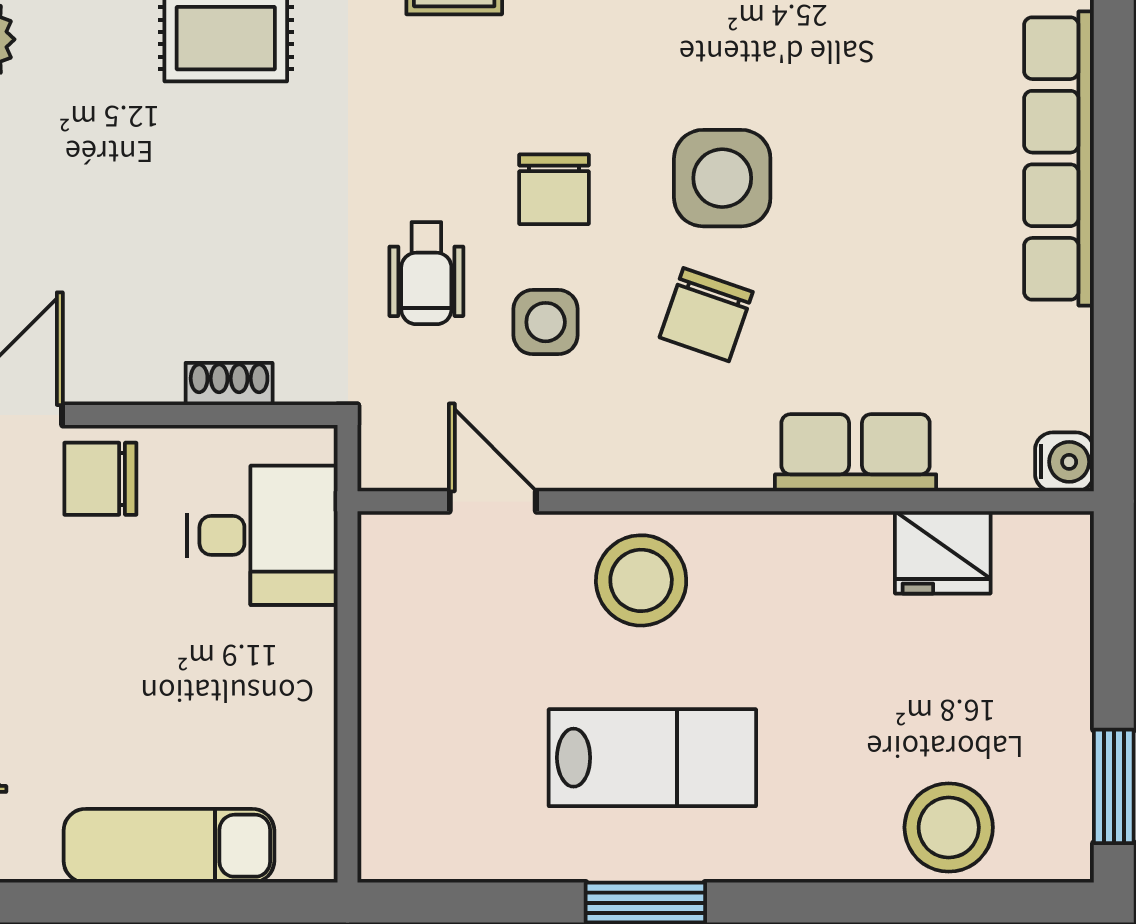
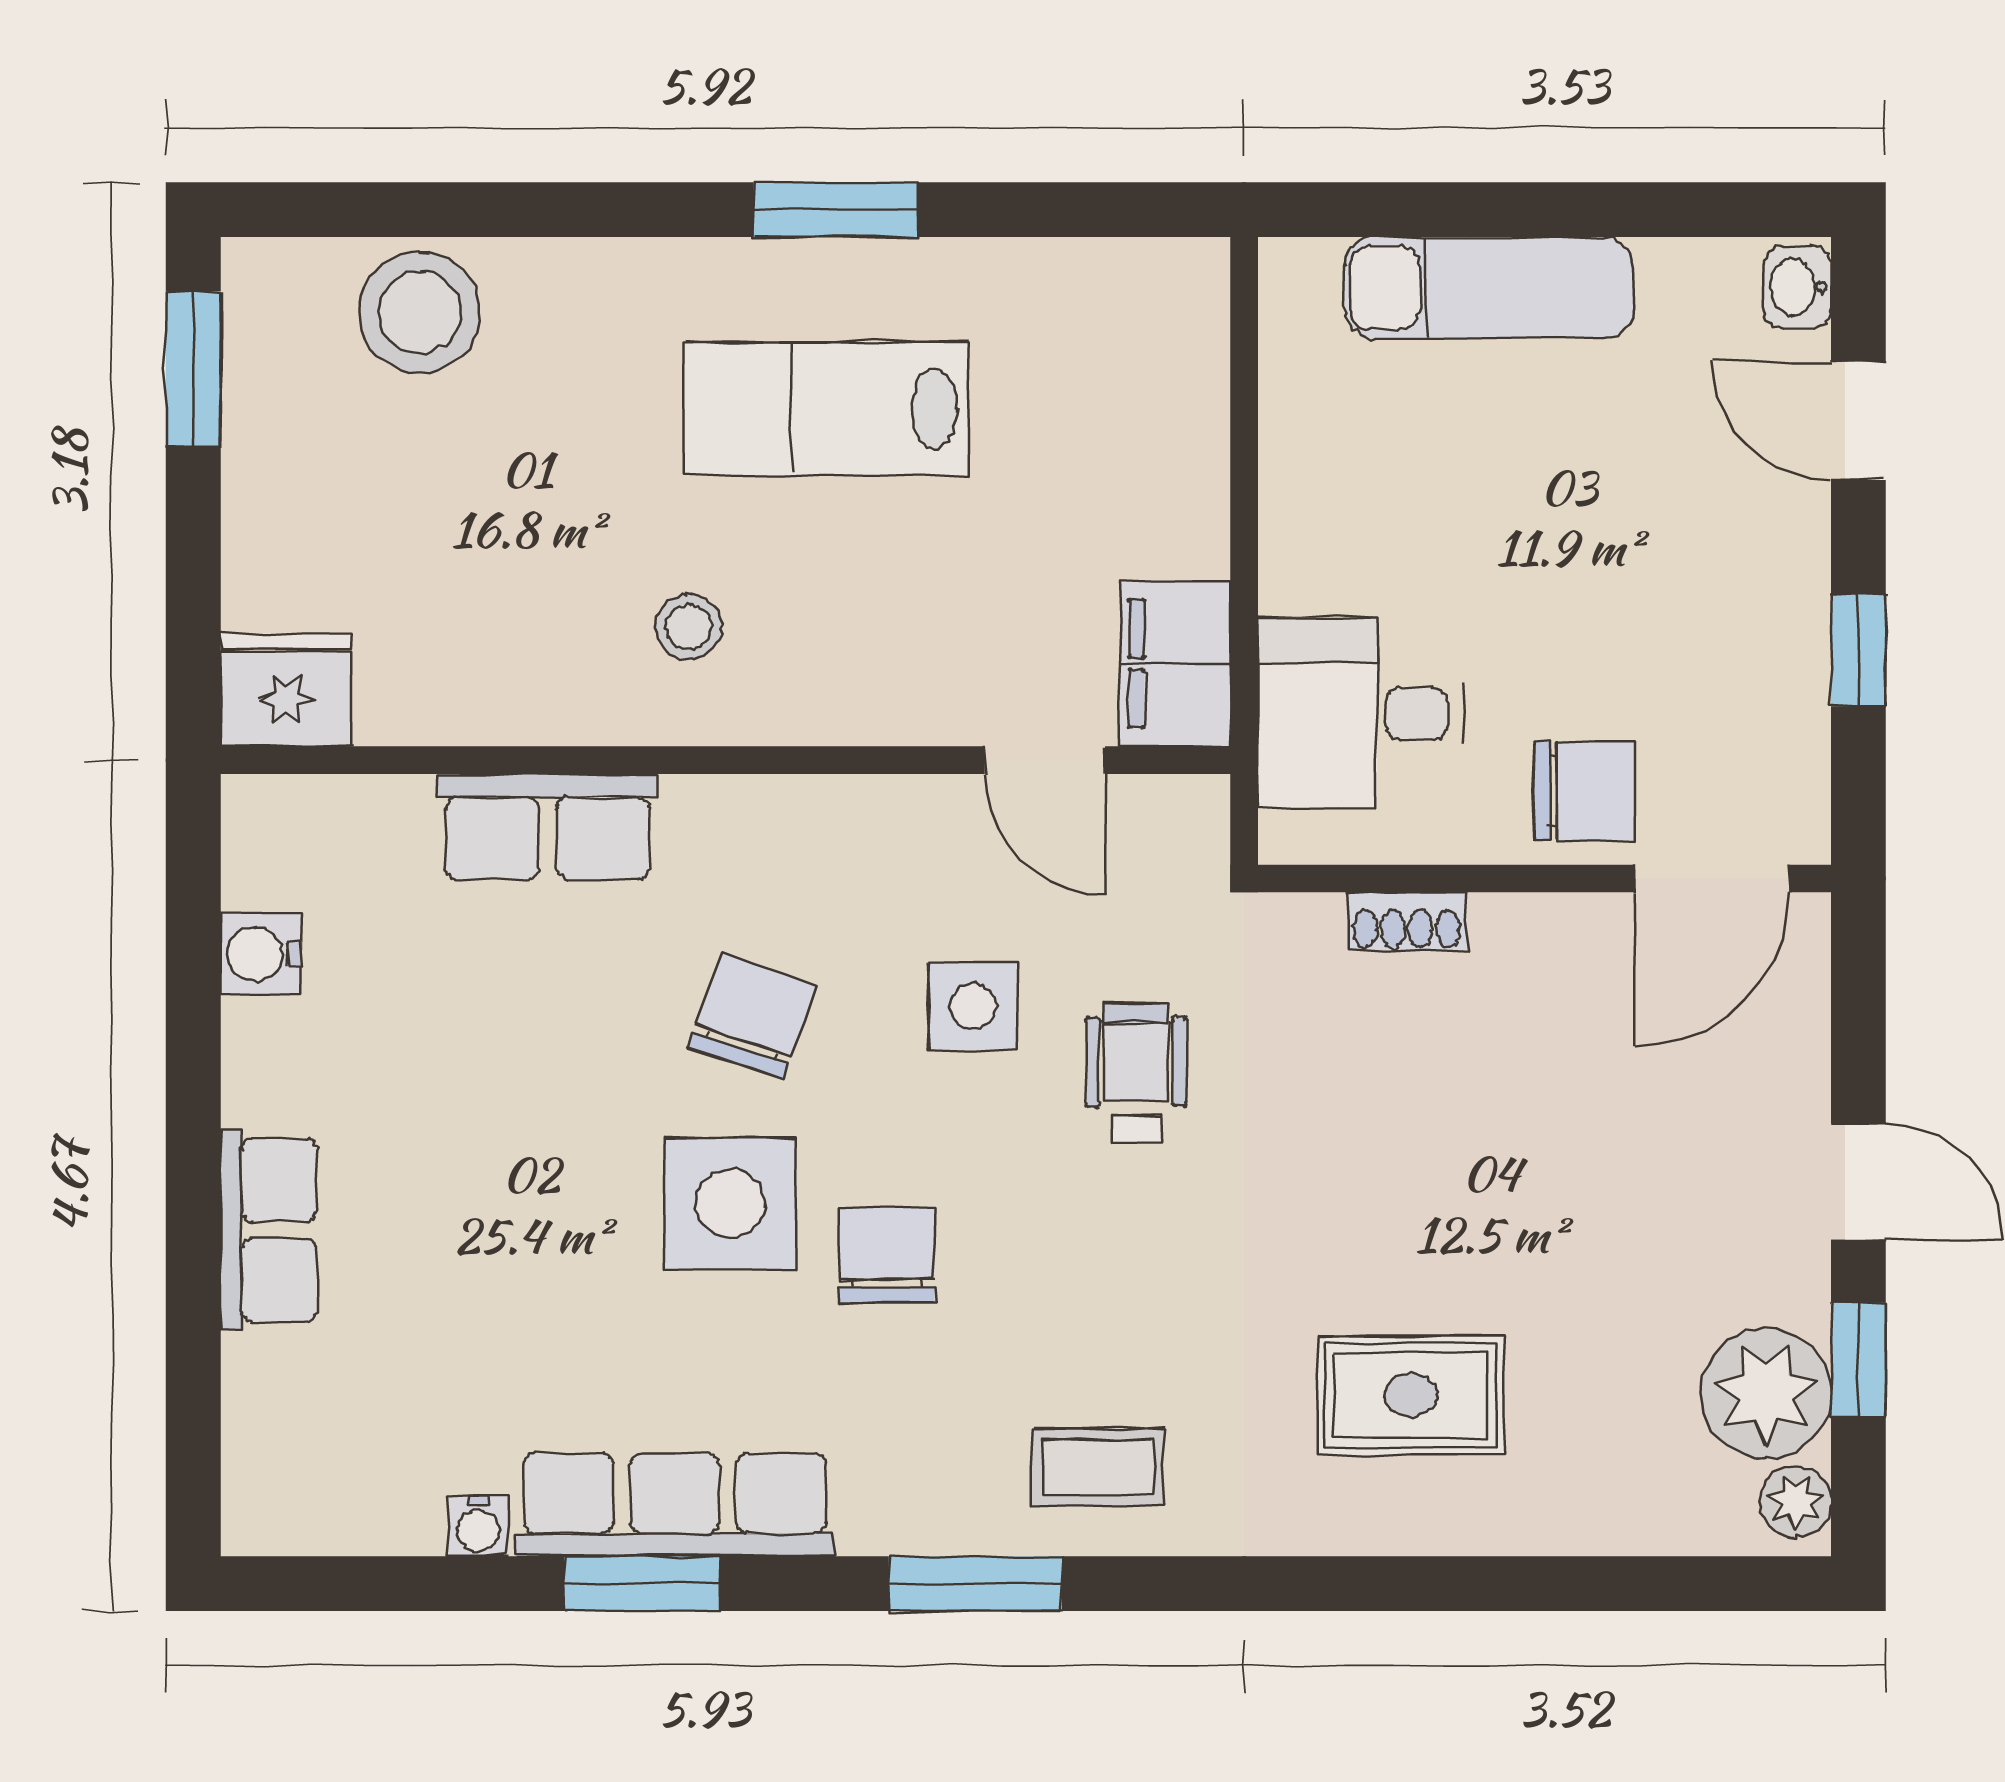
row of seats: (1059, 158) -> (268, 1230), width x0.50
chair: (554, 189) -> (887, 1255), moved
water cooler: (1064, 462) -> (261, 954), moved
fridge: (943, 552) -> (286, 690), moved
filing cabinet: (398, 572) -> (1175, 664), added
stool: (641, 580) -> (689, 627), moved, width x0.53, depth x0.53

